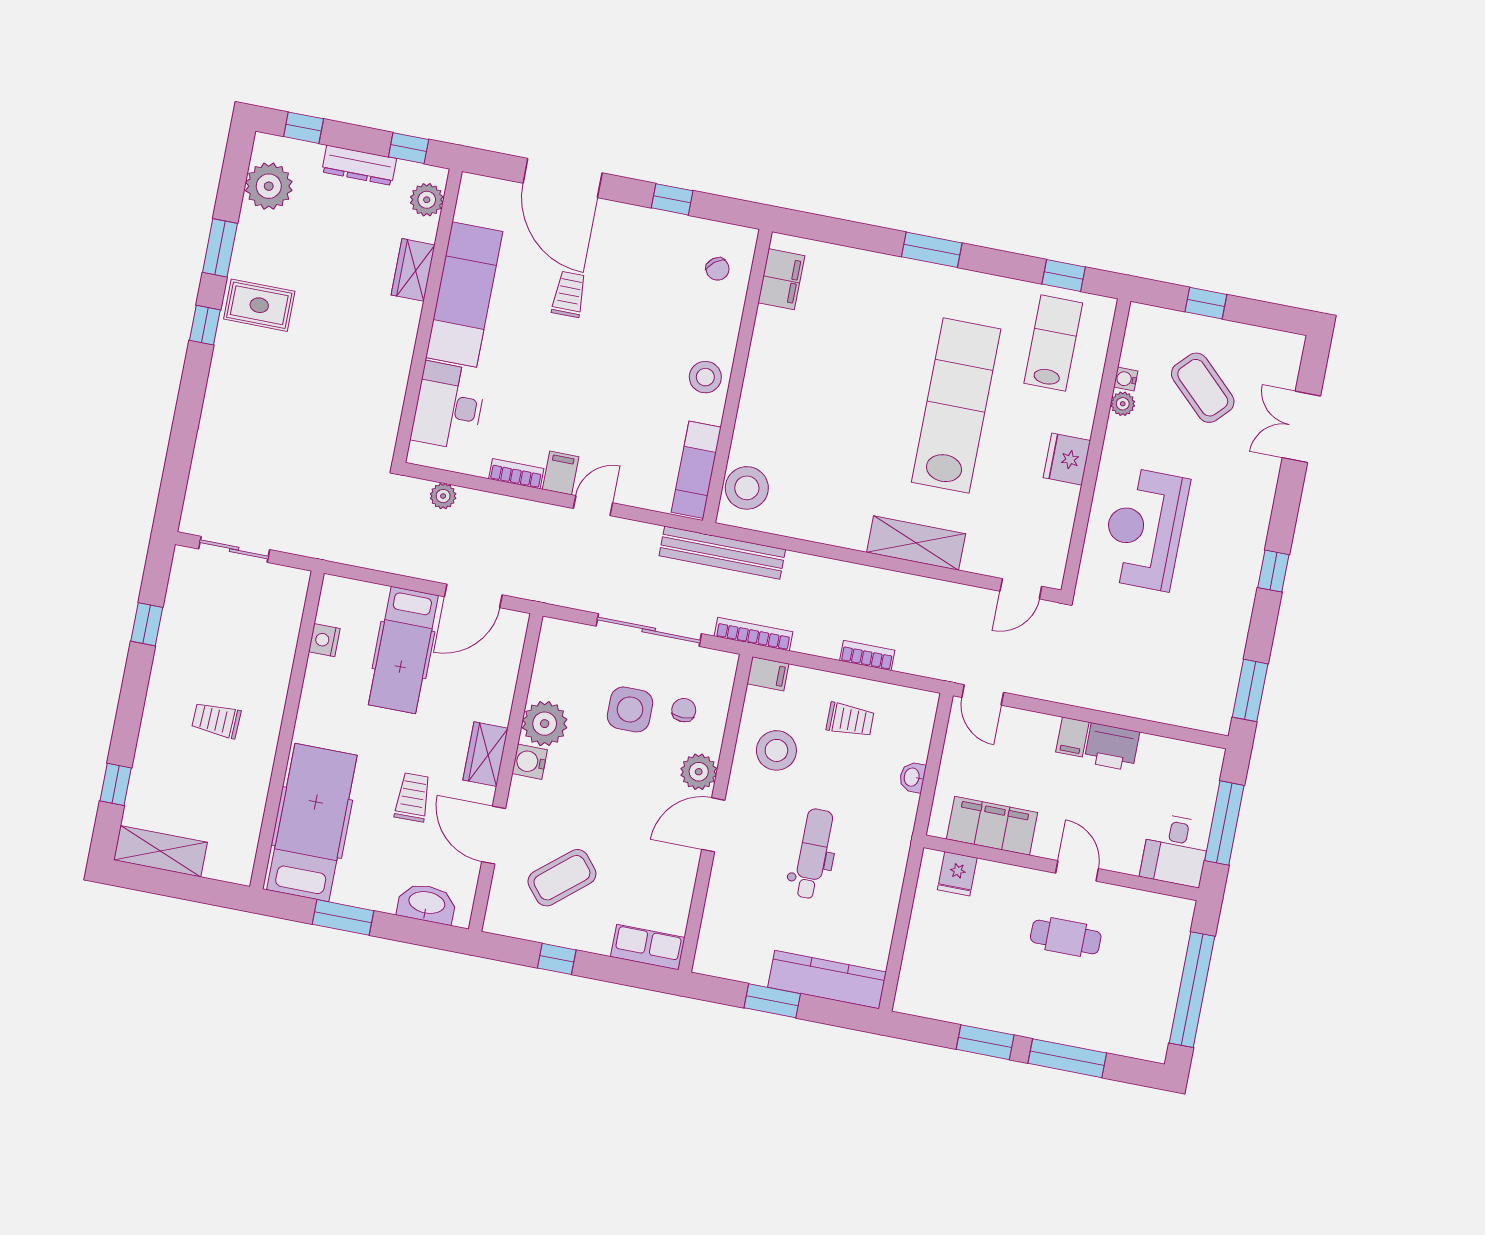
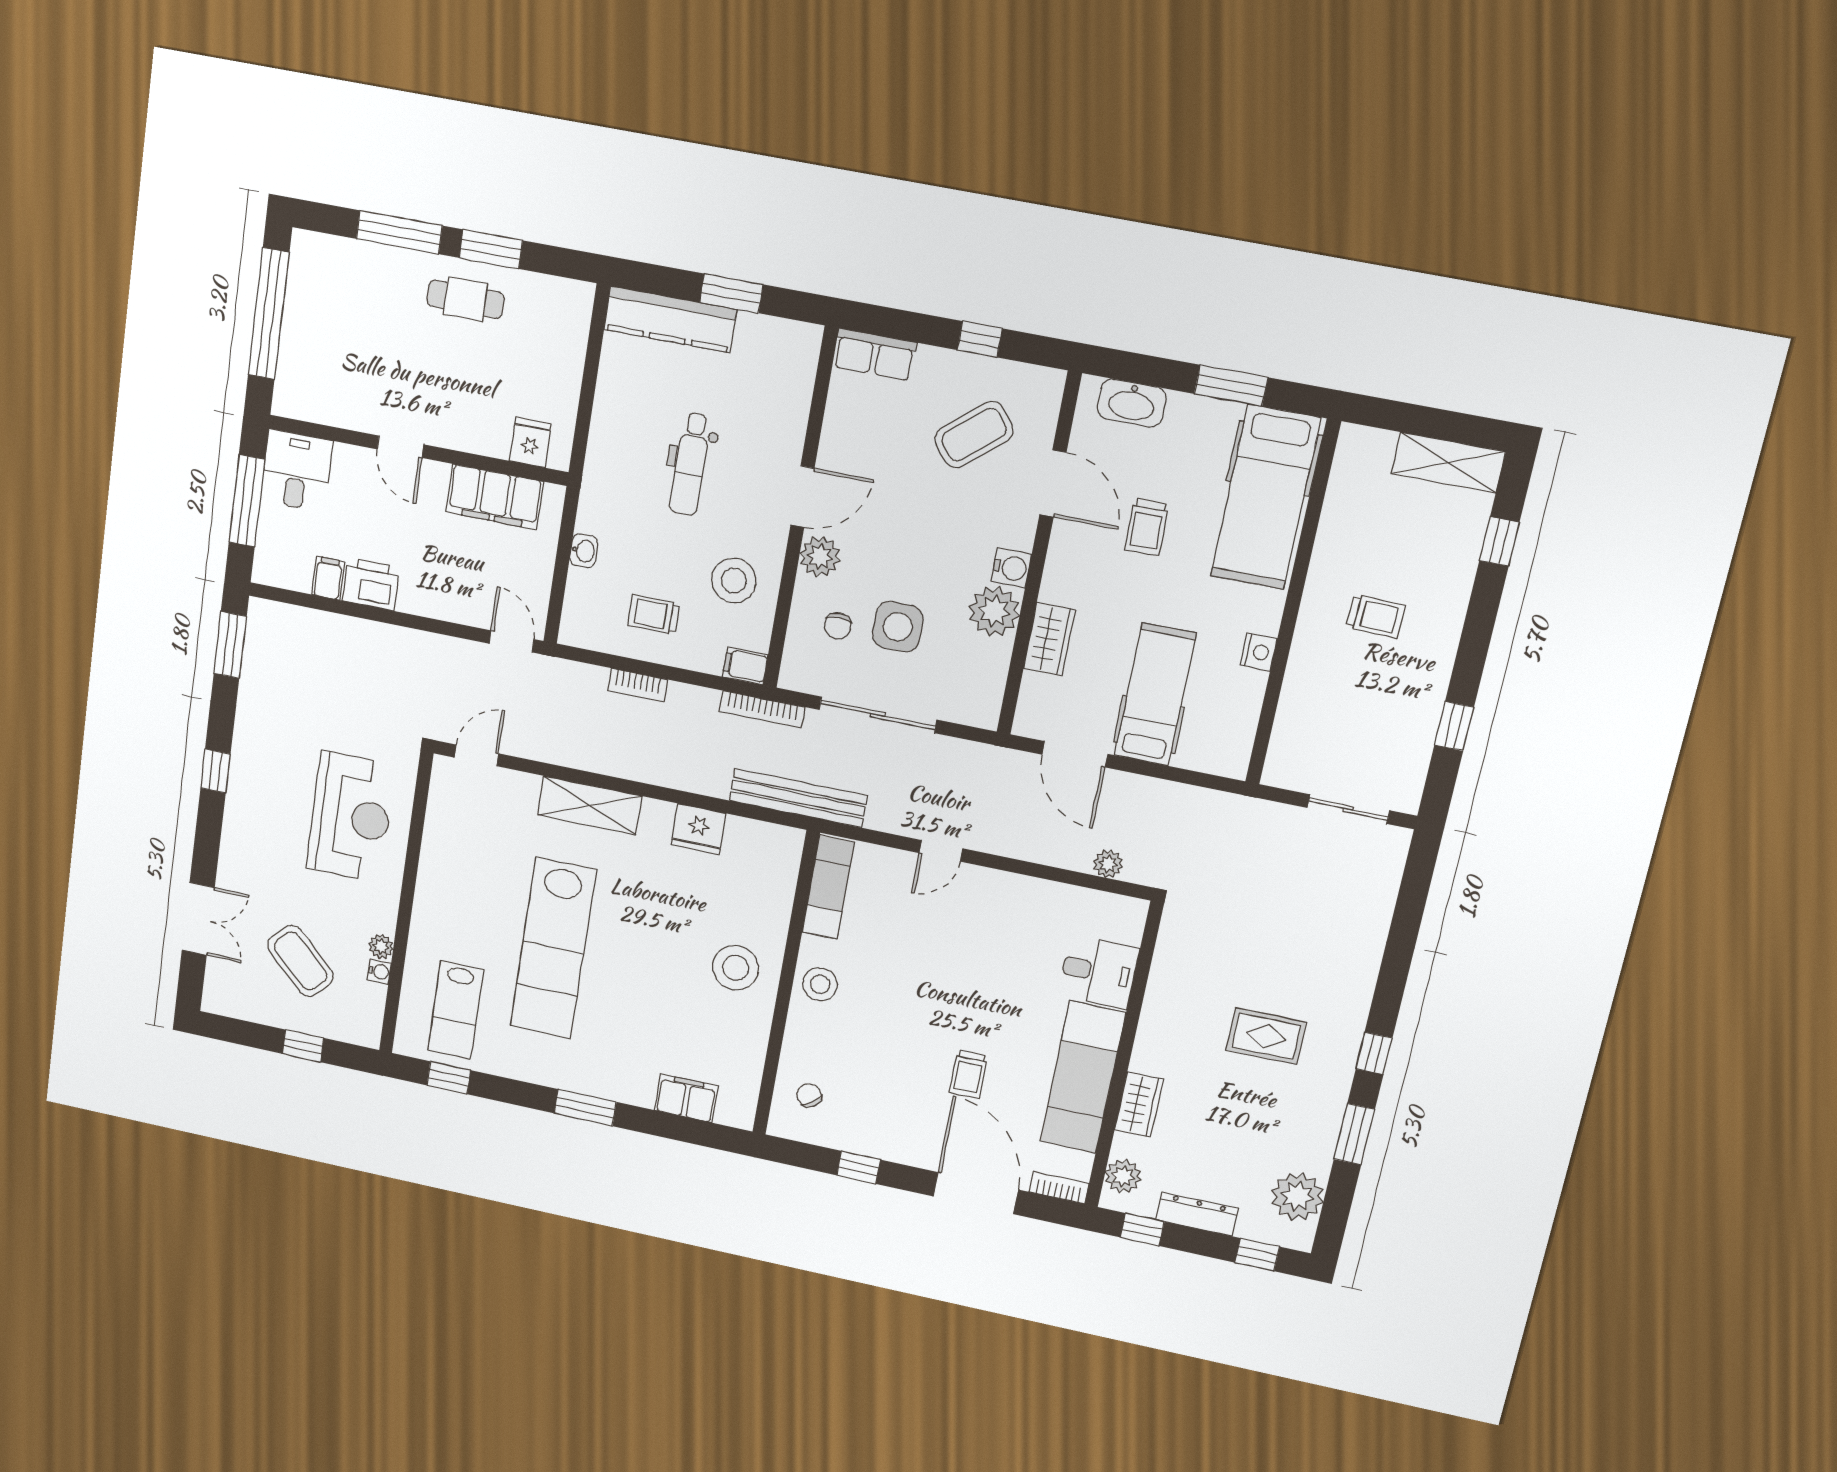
filing cabinet: (781, 279) -> (686, 1098), moved, turned 90
rug: (259, 305) -> (1266, 1036), moved
desk: (449, 406) -> (1098, 972), width x0.73
fridge: (1067, 459) -> (698, 829), moved, turned 90
filing cabinet: (561, 473) -> (977, 886), removed
bookcase: (516, 474) -> (1059, 1188), moved, turned 180
stool: (747, 488) -> (736, 968), moved
door: (473, 596) -> (1075, 754), swing flipped
nightstand: (324, 640) -> (1258, 652), moved
filing cabinet: (1072, 737) -> (328, 578), moved
wardrobe: (485, 754) -> (1049, 639), moved
cafe table: (1066, 937) -> (465, 299), moved

